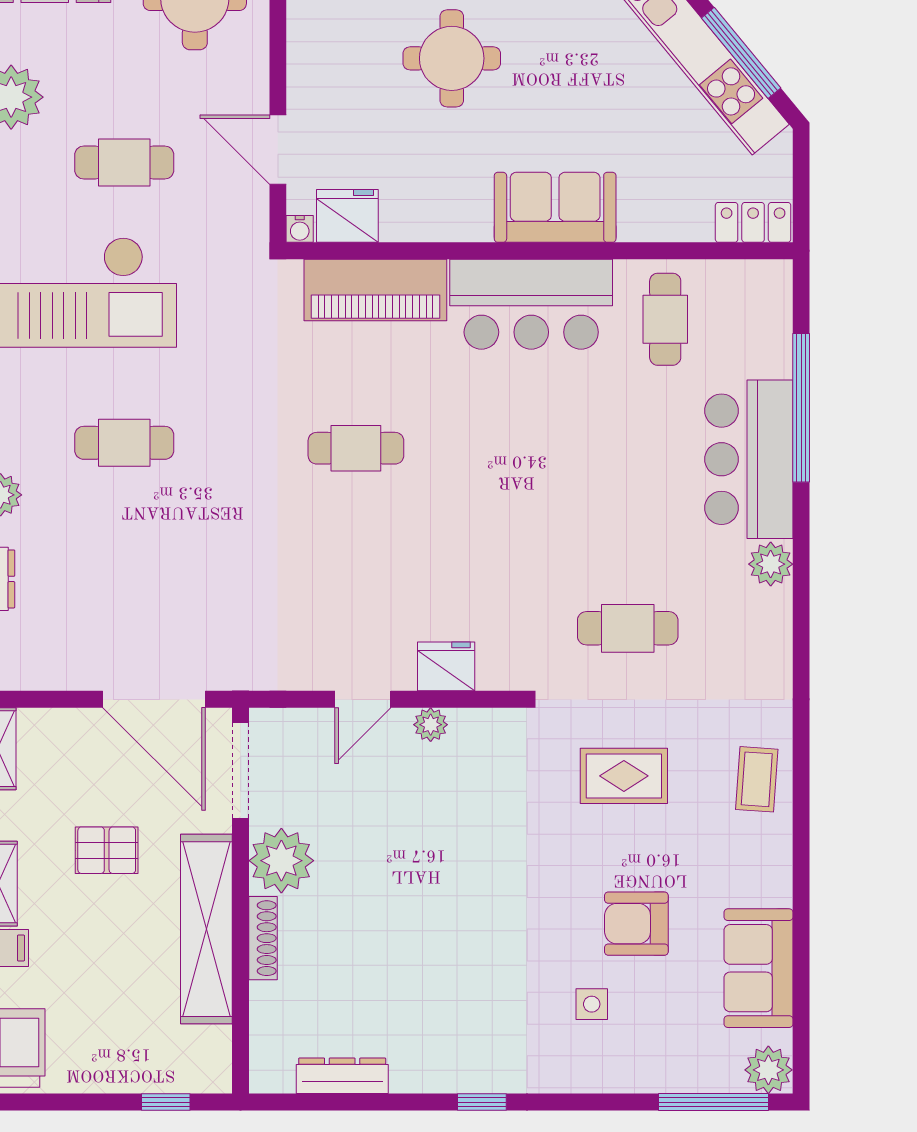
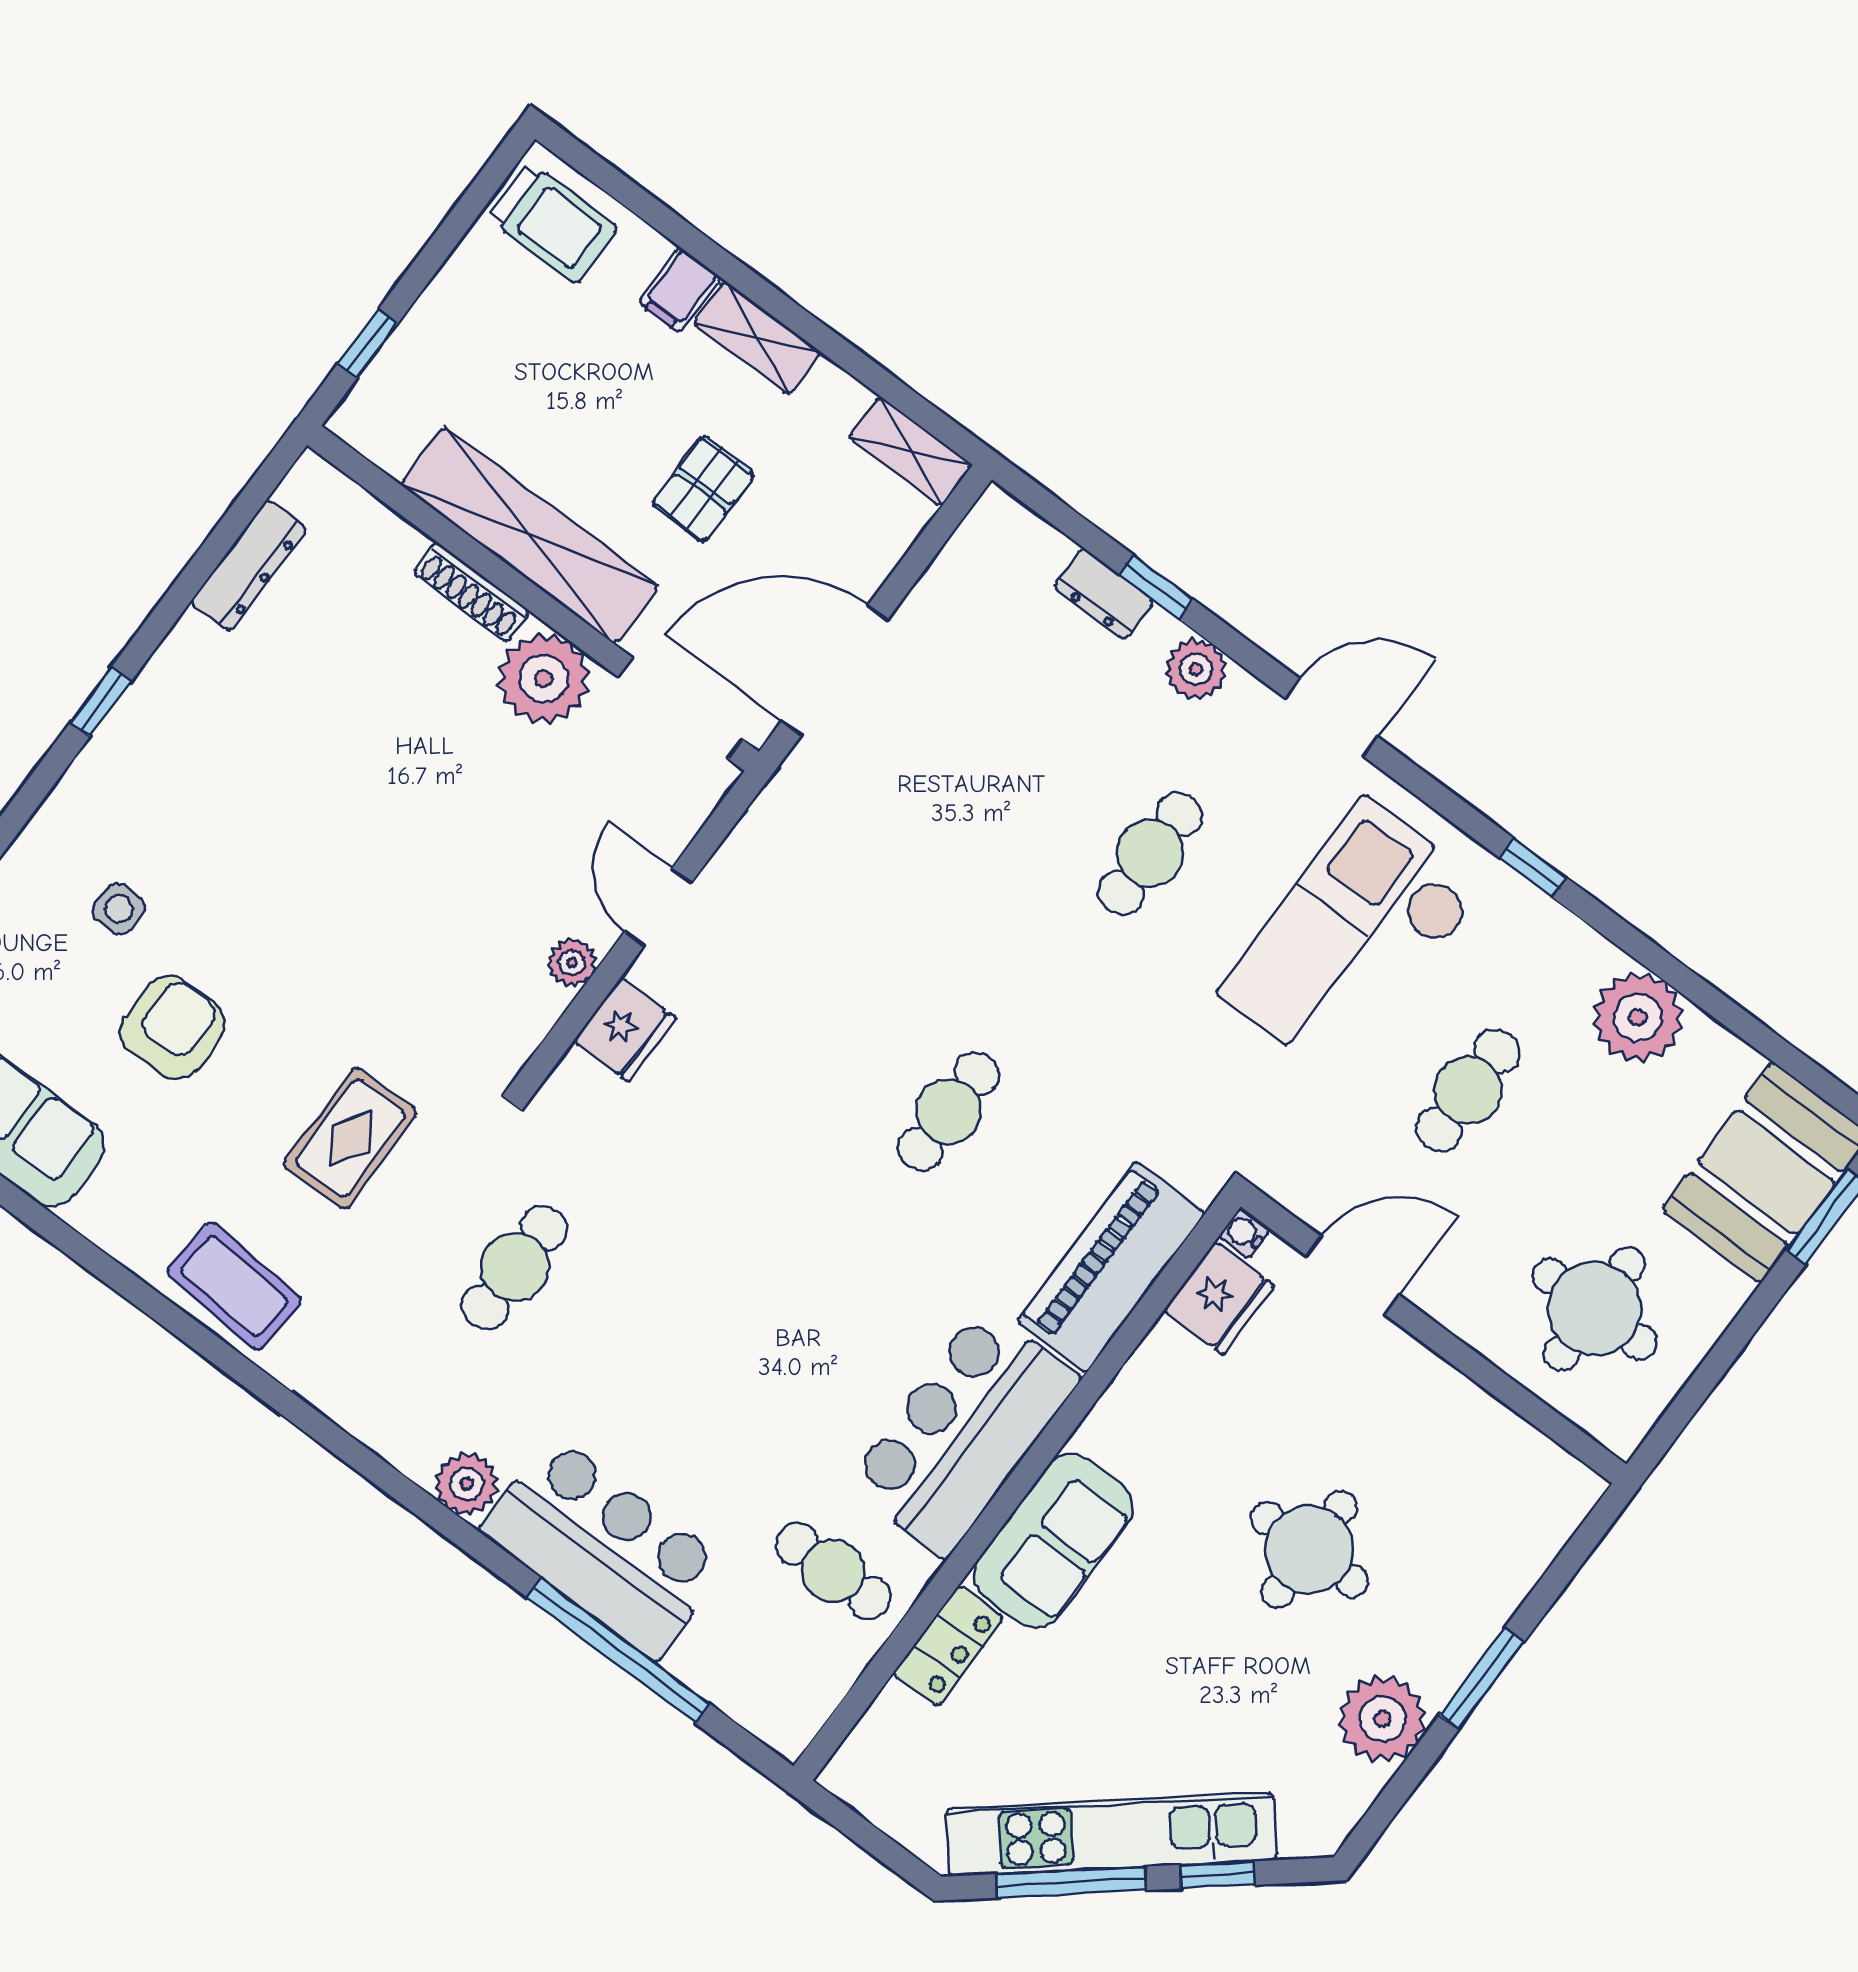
locker: (753, 222) -> (948, 1646), moved
coffee table: (757, 779) -> (234, 1286), width x1.36, depth x1.30

